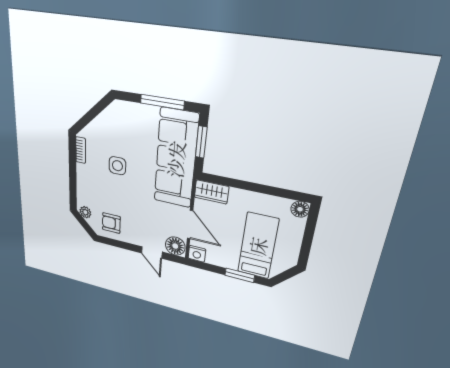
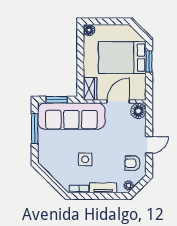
tv unit: (82, 181) -> (103, 188), added
armchair: (111, 223) -> (132, 163), turned 90
bed: (258, 246) -> (122, 58), width x1.50
door: (152, 252) -> (149, 145), moved
nightstand: (197, 254) -> (140, 94), removed

